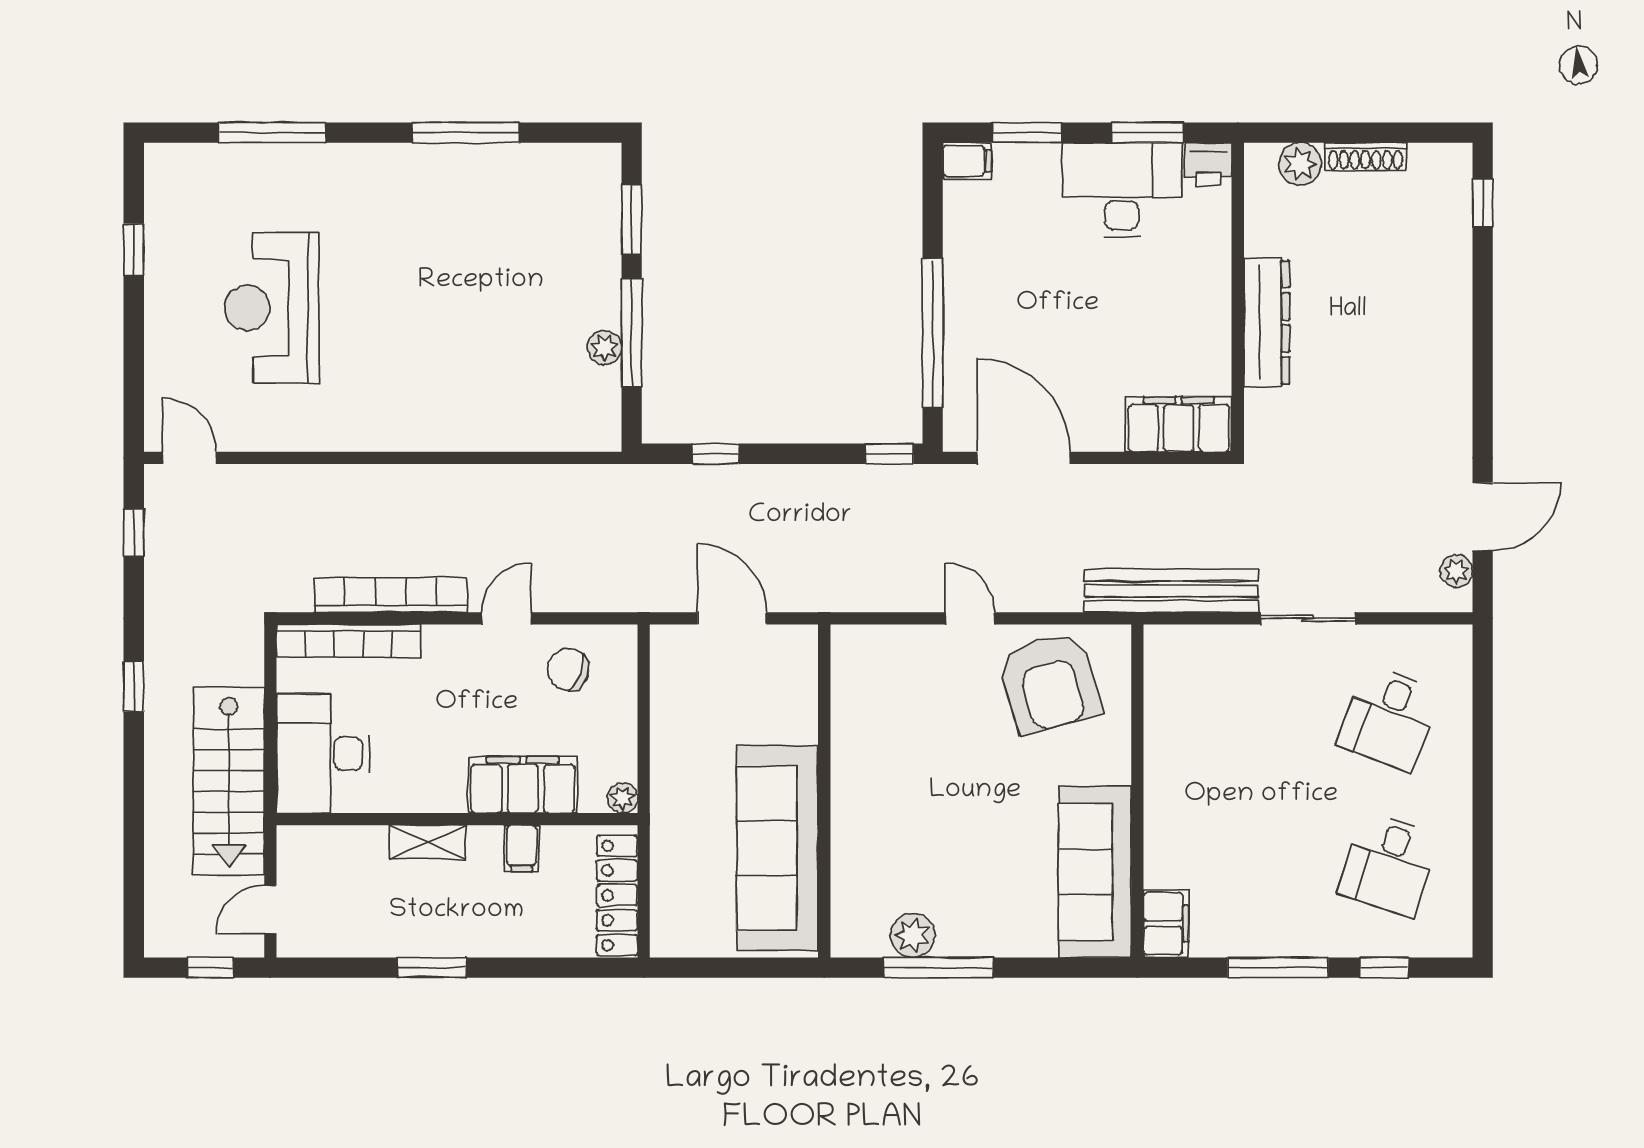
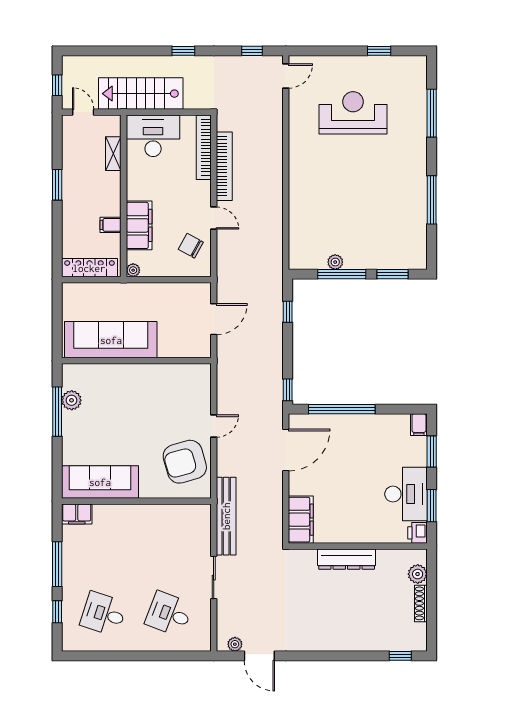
chair: (568, 669) -> (191, 246), turned -82
shelving: (428, 842) -> (113, 154), moved

